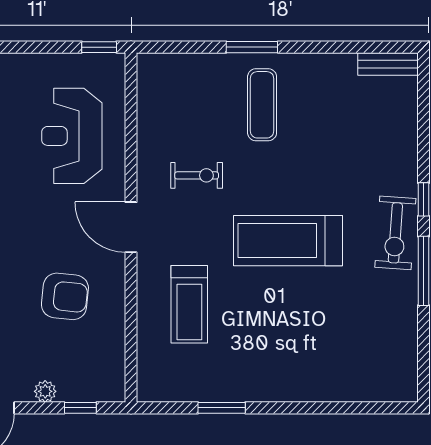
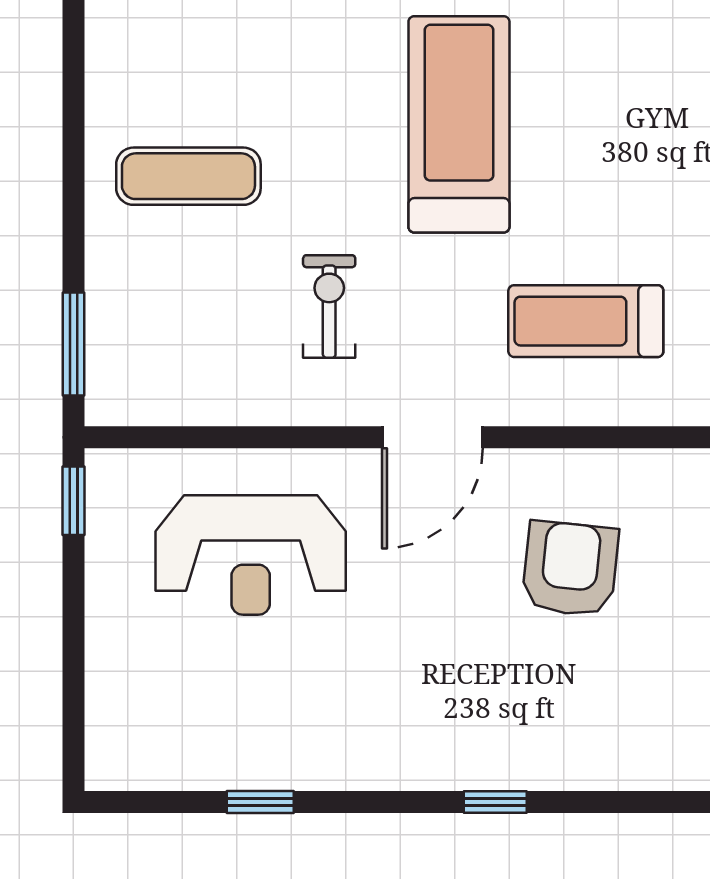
window: (252, 47) -> (73, 344), moved
treadmill: (288, 241) -> (459, 124), turned 180
treadmill: (189, 304) -> (586, 321), turned 180

